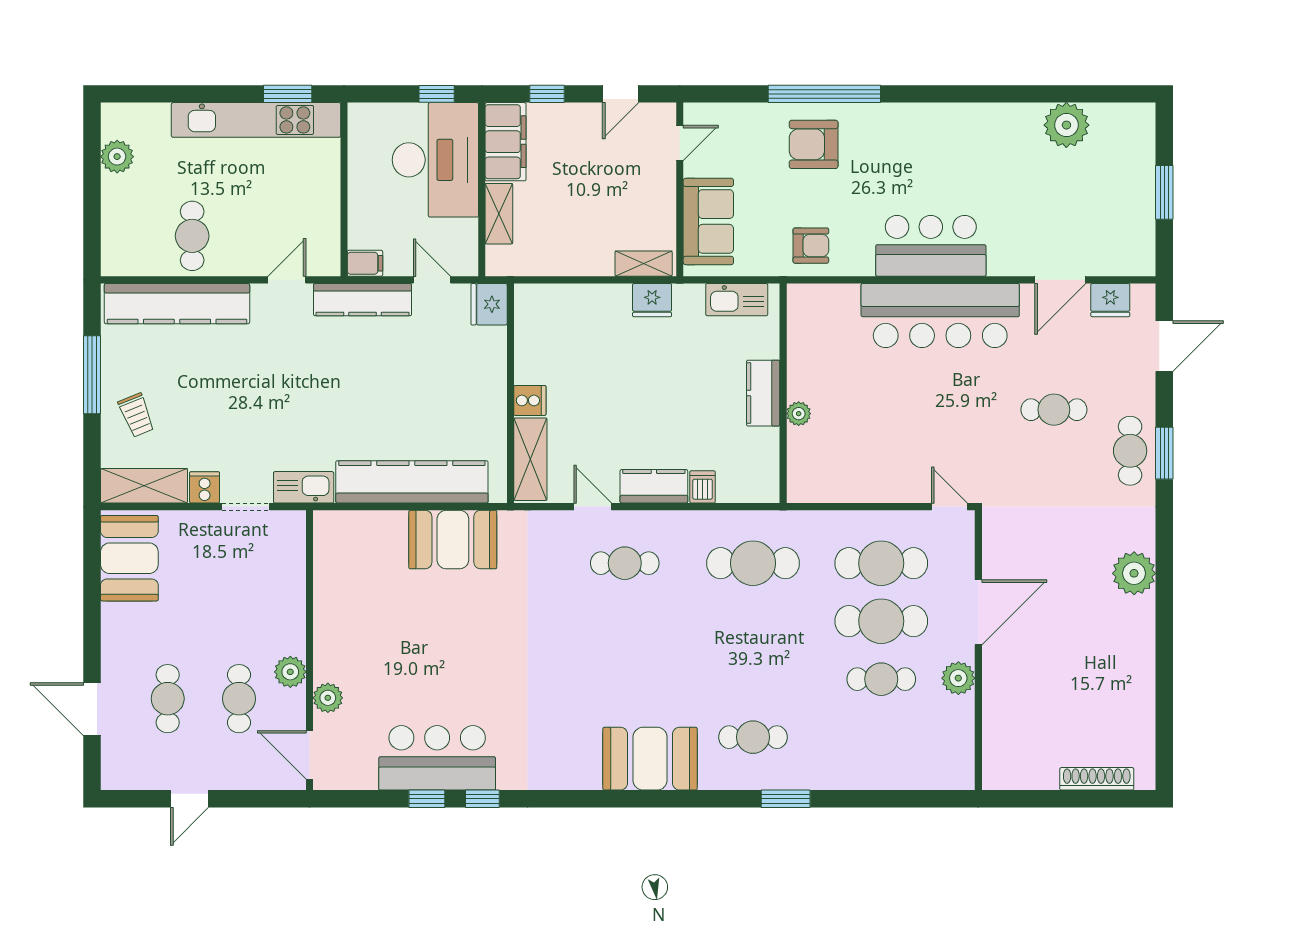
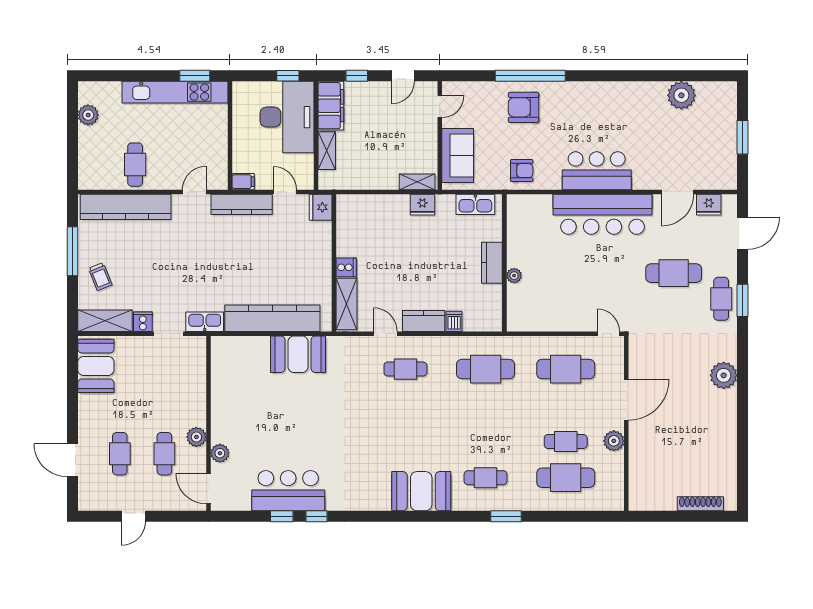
cafe table: (1054, 410) -> (674, 273), width x1.37, depth x1.35
cafe table: (881, 621) -> (566, 478), moved

